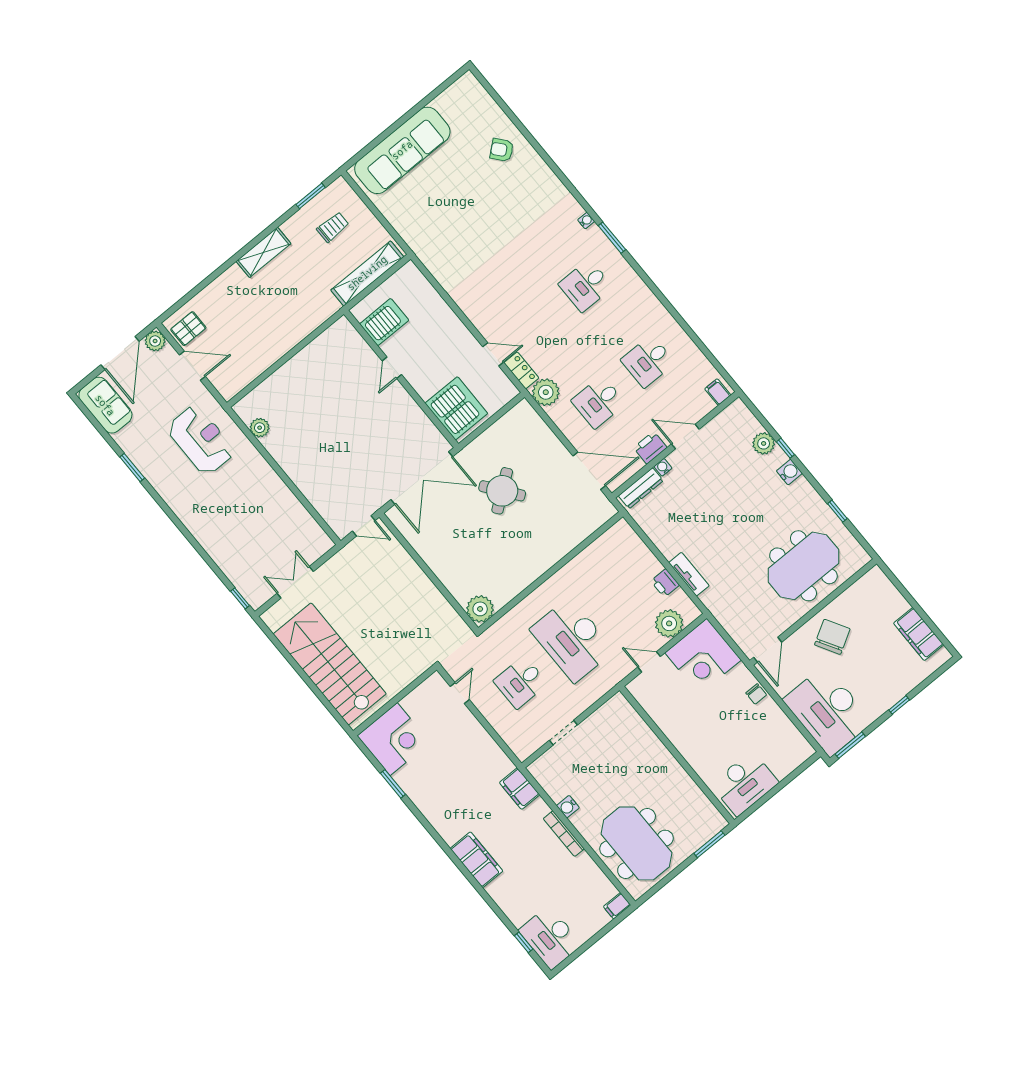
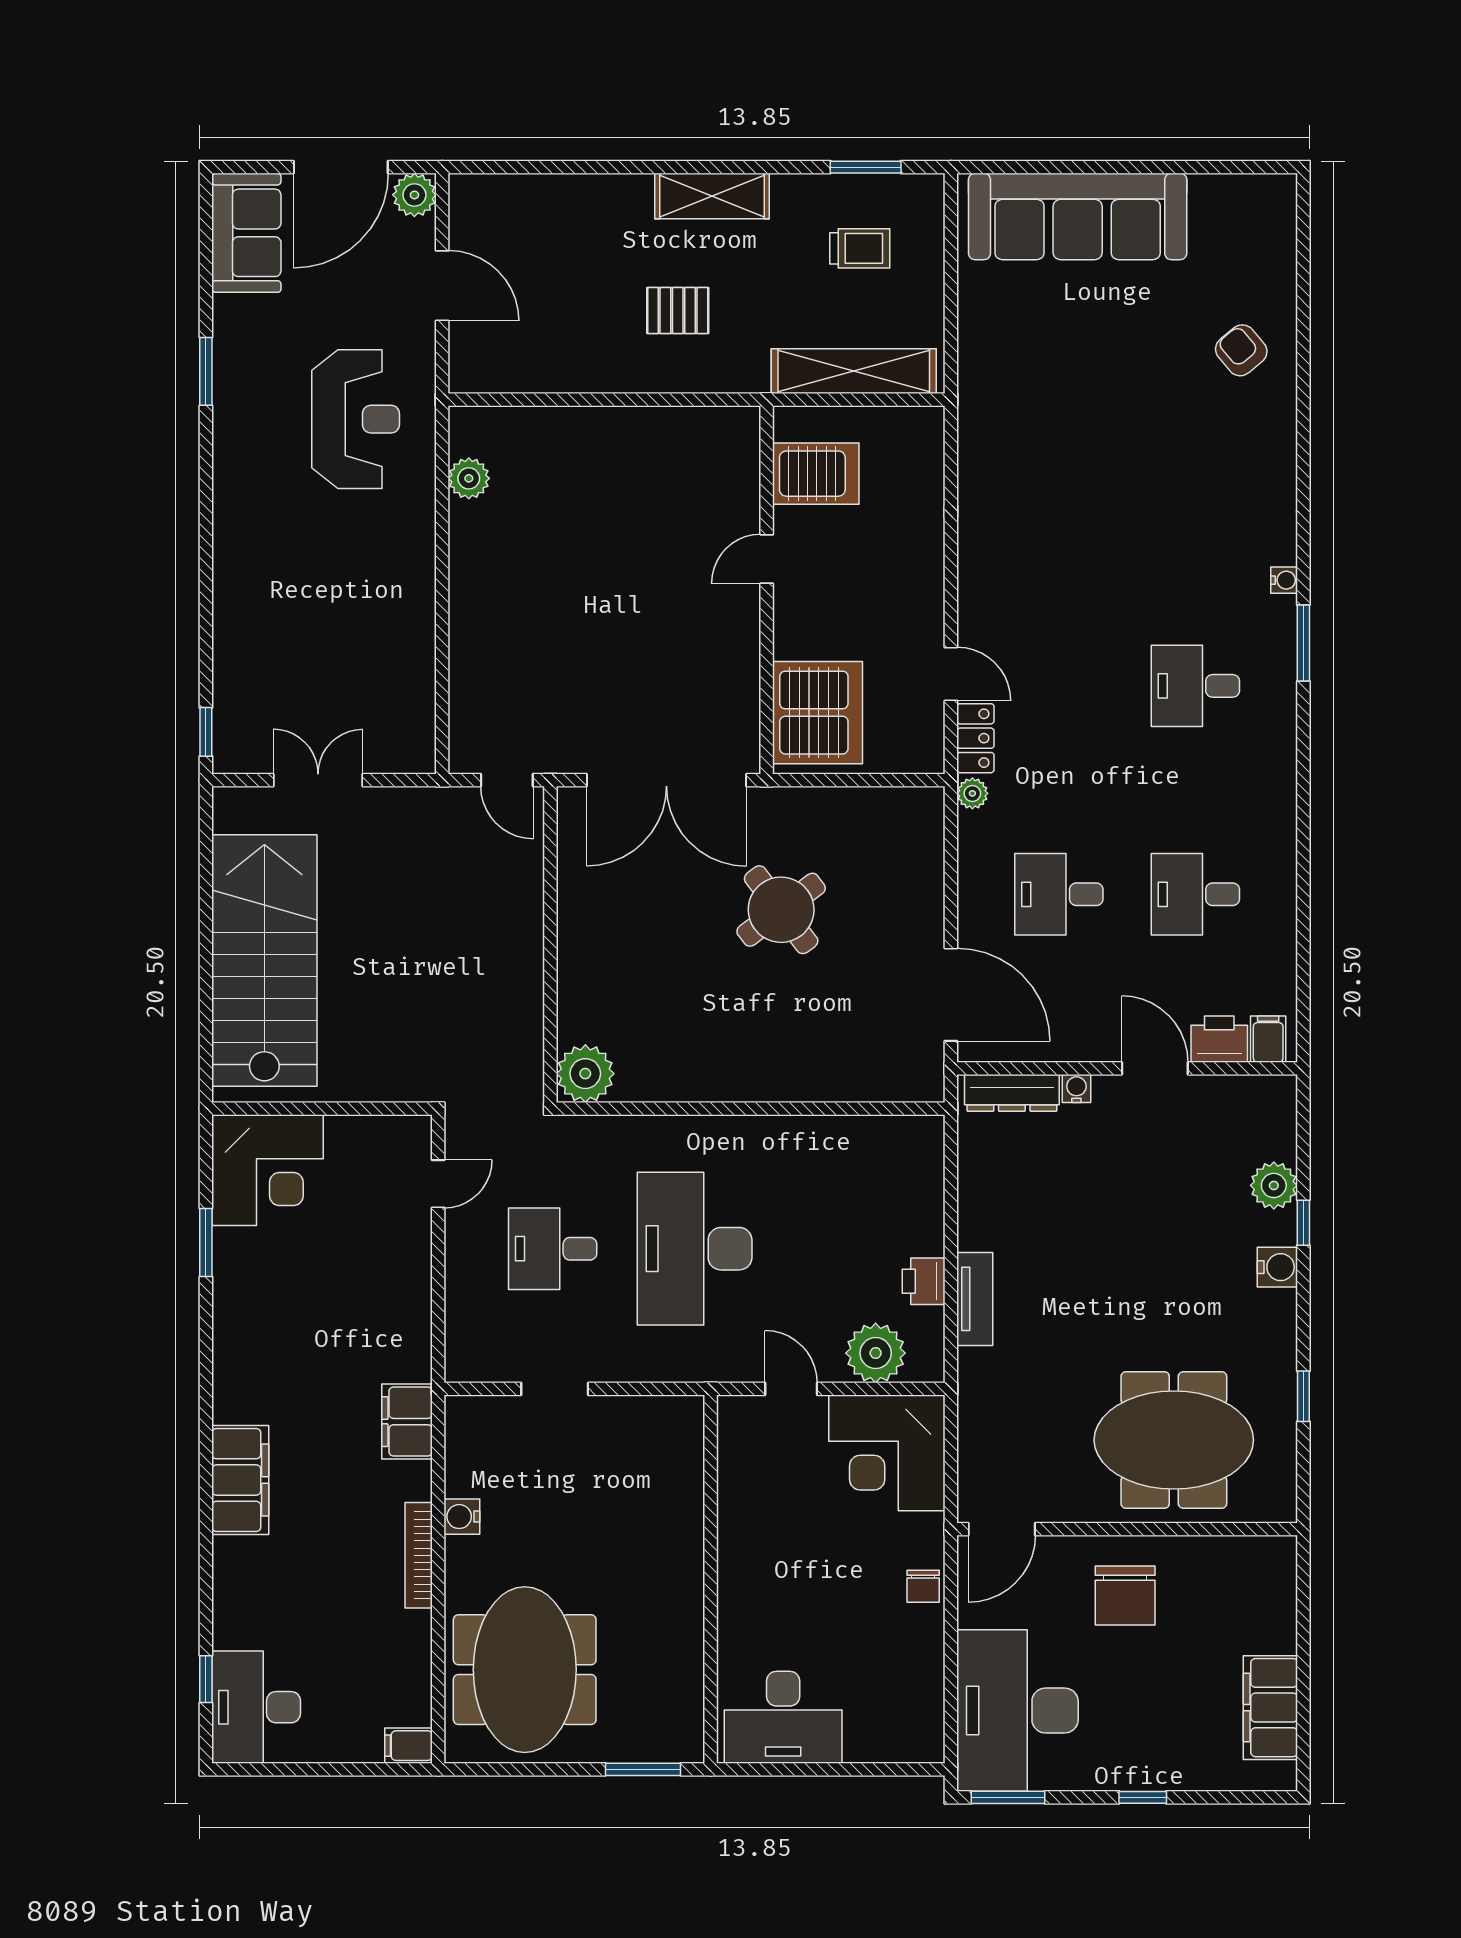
pallet: (188, 329) -> (678, 311), moved
plant: (546, 392) -> (972, 793), width x0.53, depth x0.53
printer: (650, 448) -> (1219, 1039), moved
chair: (832, 637) -> (1125, 1595), turned 120

